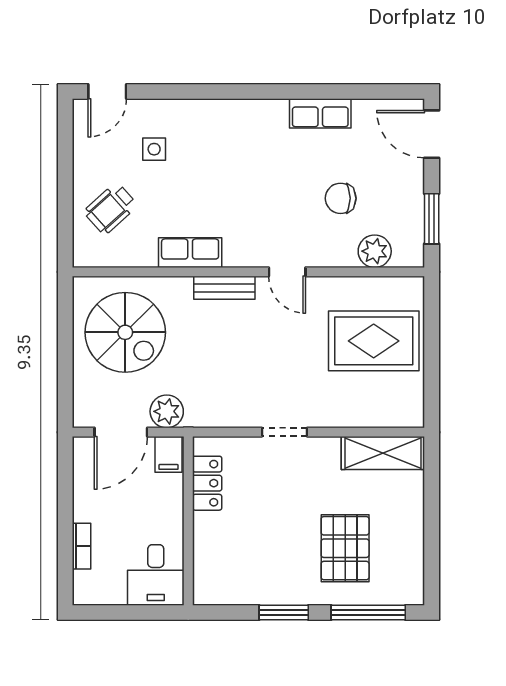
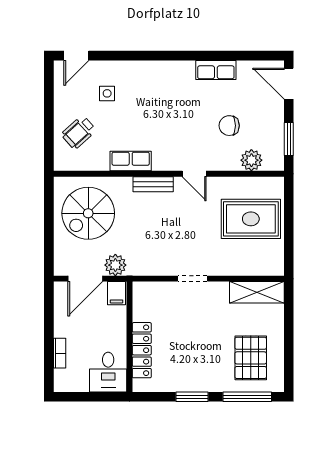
spiral stairs: (125, 332) -> (88, 213), turned 90
locker: (207, 483) -> (142, 350), moved, width x1.53
pallet: (345, 548) -> (251, 358), moved

